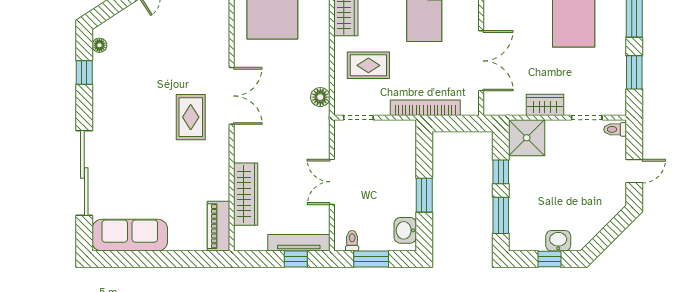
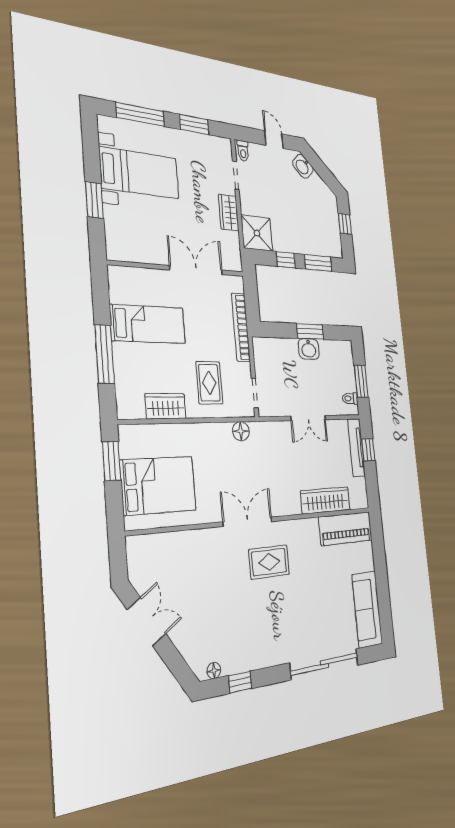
piano: (218, 226) -> (346, 529), width x1.37, depth x1.33
washbasin: (405, 230) -> (309, 349), moved
washbasin: (558, 241) -> (303, 166), moved, turned -45

